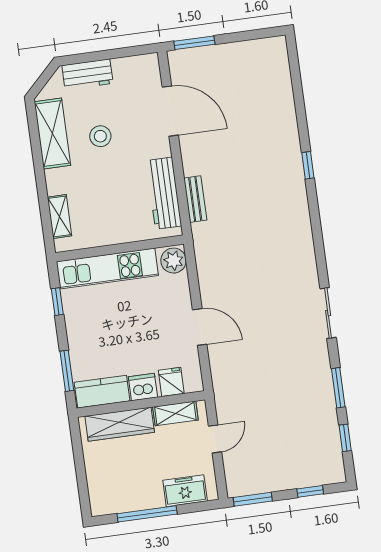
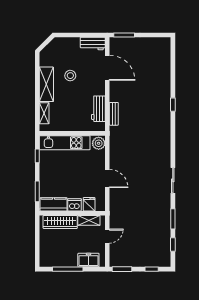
workbench: (87, 74) -> (93, 44), moved
shelving: (52, 134) -> (46, 84), moved
workbench: (164, 193) -> (98, 109), width x0.73

